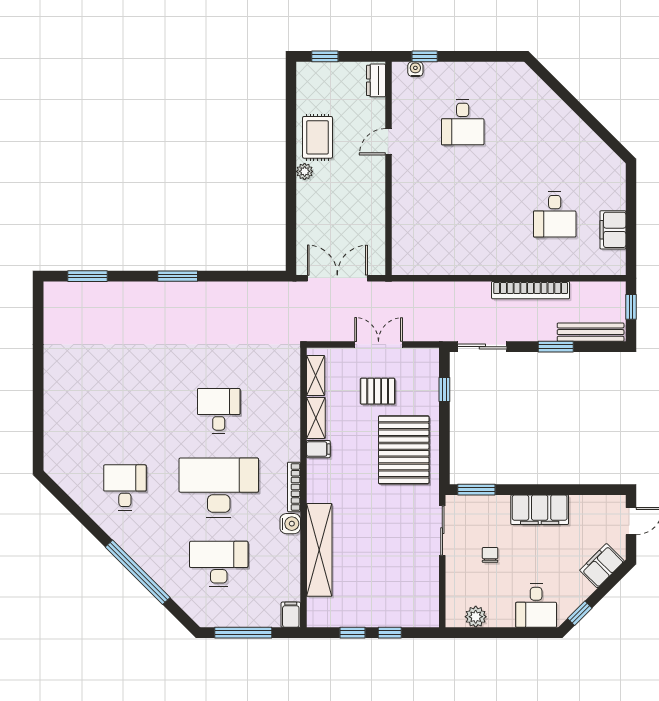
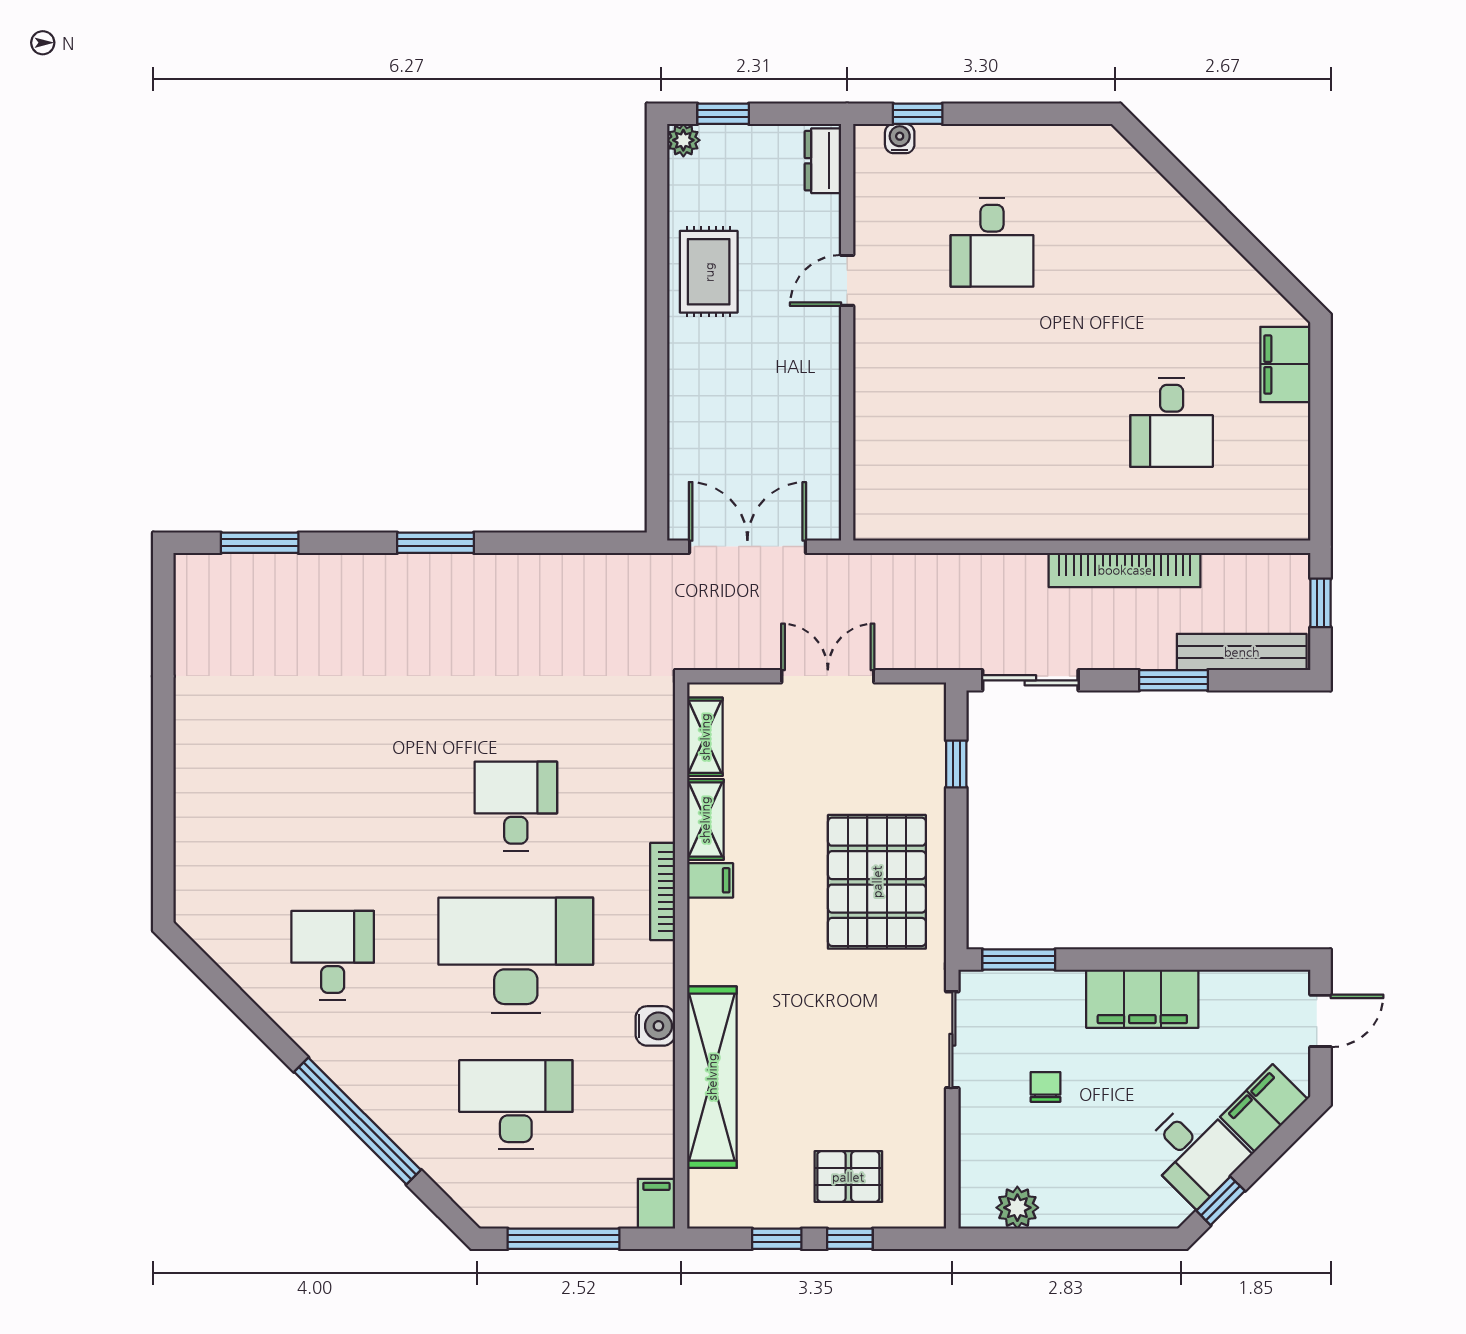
plant: (305, 171) -> (683, 140), moved
filing cabinet: (613, 230) -> (1285, 364), moved
pallet: (378, 391) -> (848, 1177), moved
bookcase: (294, 487) -> (663, 892), moved
desk: (536, 606) -> (1195, 1152), moved, turned -45

